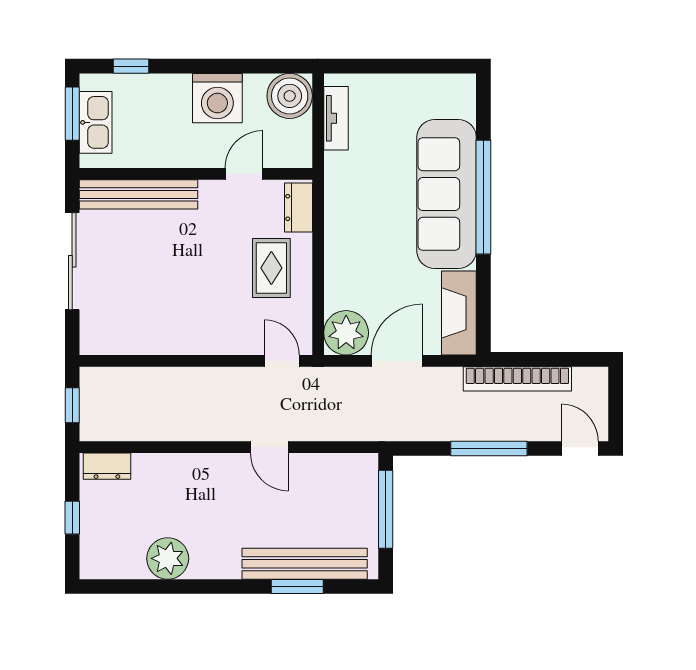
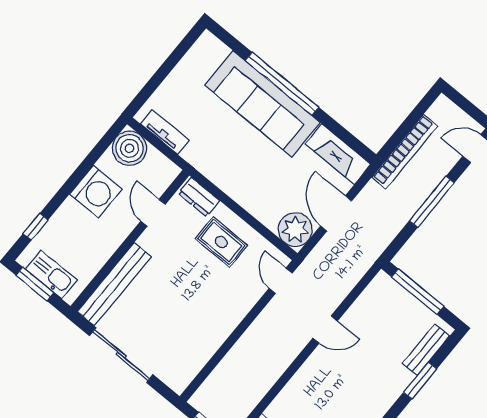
door: (282, 361) -> (281, 281), hinge flipped
bench: (305, 564) -> (426, 350), width x0.54, depth x0.82

